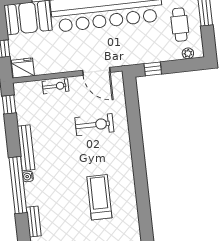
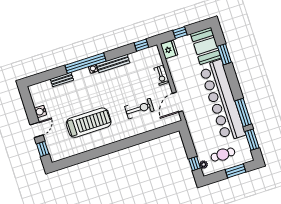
window: (153, 69) -> (195, 164), moved
exercise bike: (94, 125) -> (139, 109), turned -90
treadmill: (99, 197) -> (89, 123), width x1.37, depth x1.38

